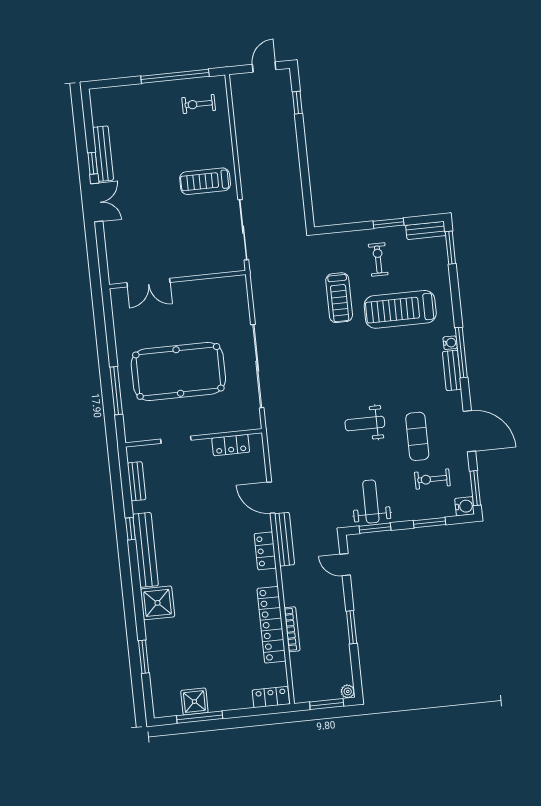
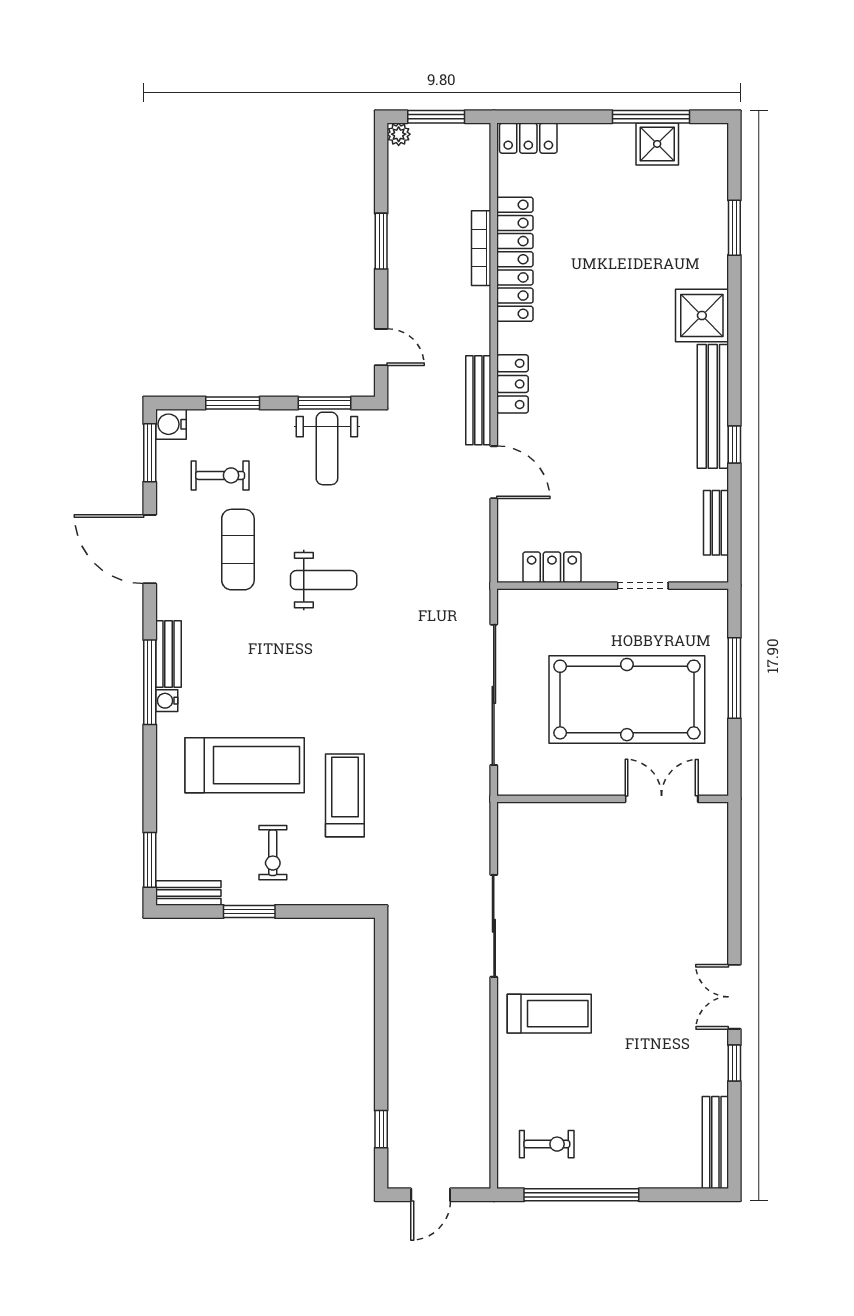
bench: (103, 154) -> (715, 1143), moved
wall: (177, 280) -> (613, 799), moved
double door: (148, 283) -> (662, 799), moved

